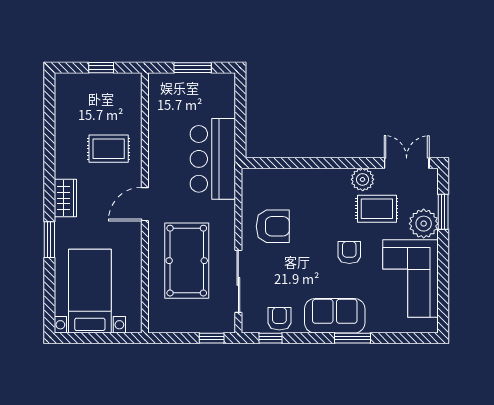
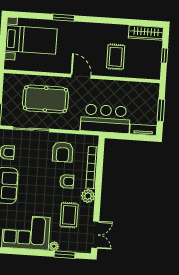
tv unit: (227, 95) -> (143, 130), added
bookcase: (295, 176) -> (92, 167), added
plant: (363, 179) -> (88, 196), moved
wardrobe: (65, 198) -> (146, 33), moved, width x1.50
plant: (424, 224) -> (54, 246), width x0.53, depth x0.53
armchair: (349, 252) -> (67, 181), moved

